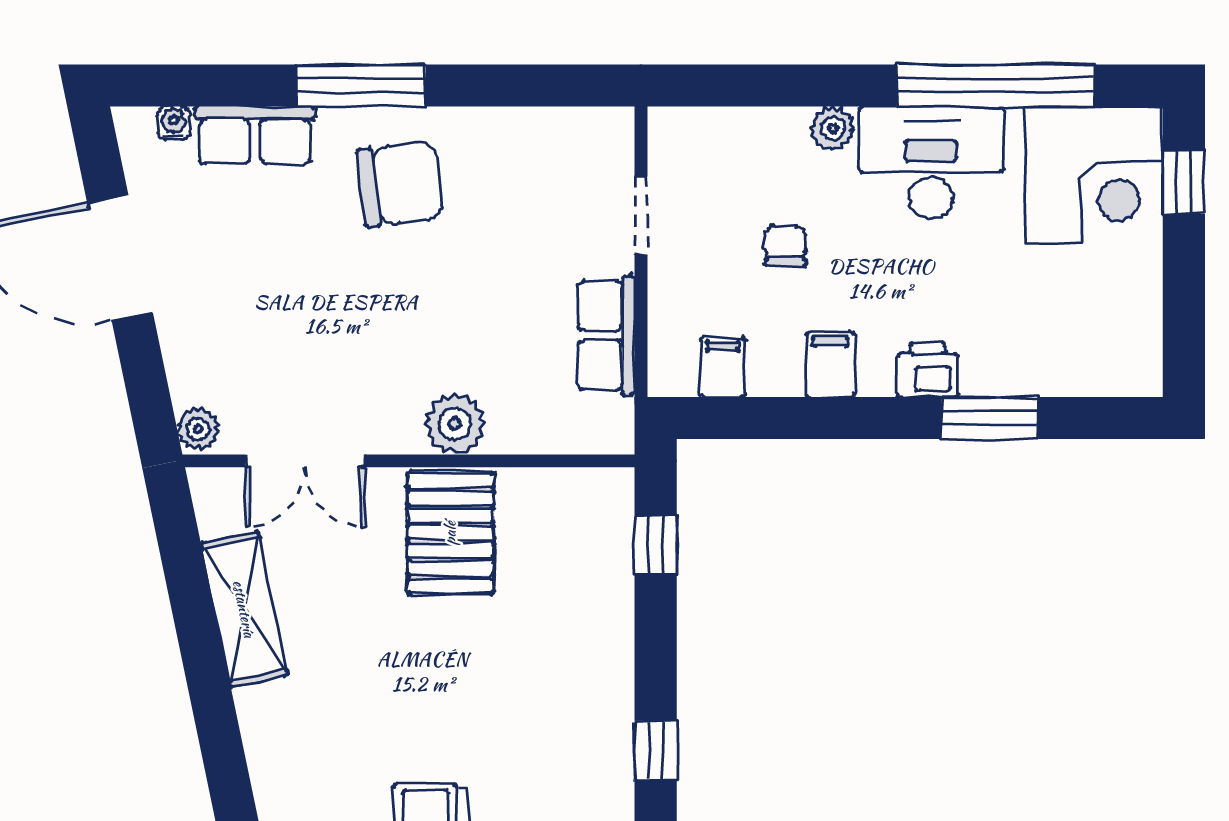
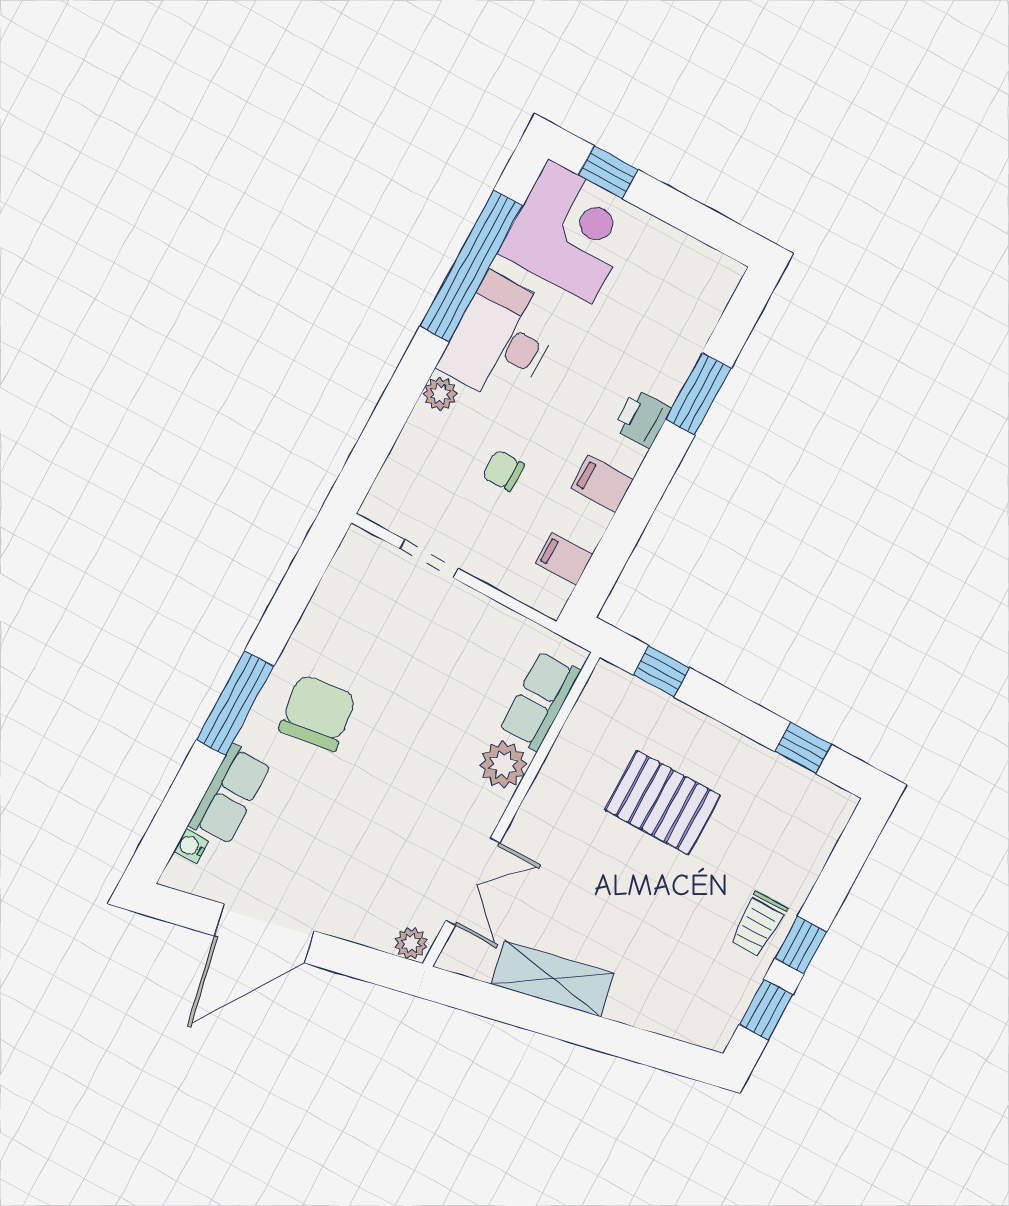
row of seats: (606, 335) -> (540, 700), moved, turned 90
pallet: (450, 533) -> (663, 803), moved

